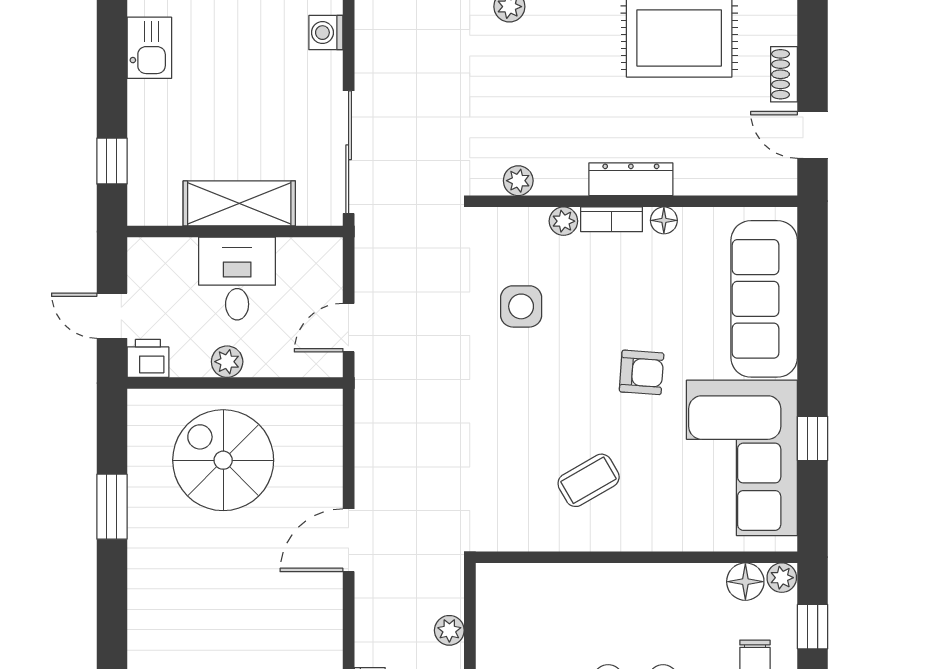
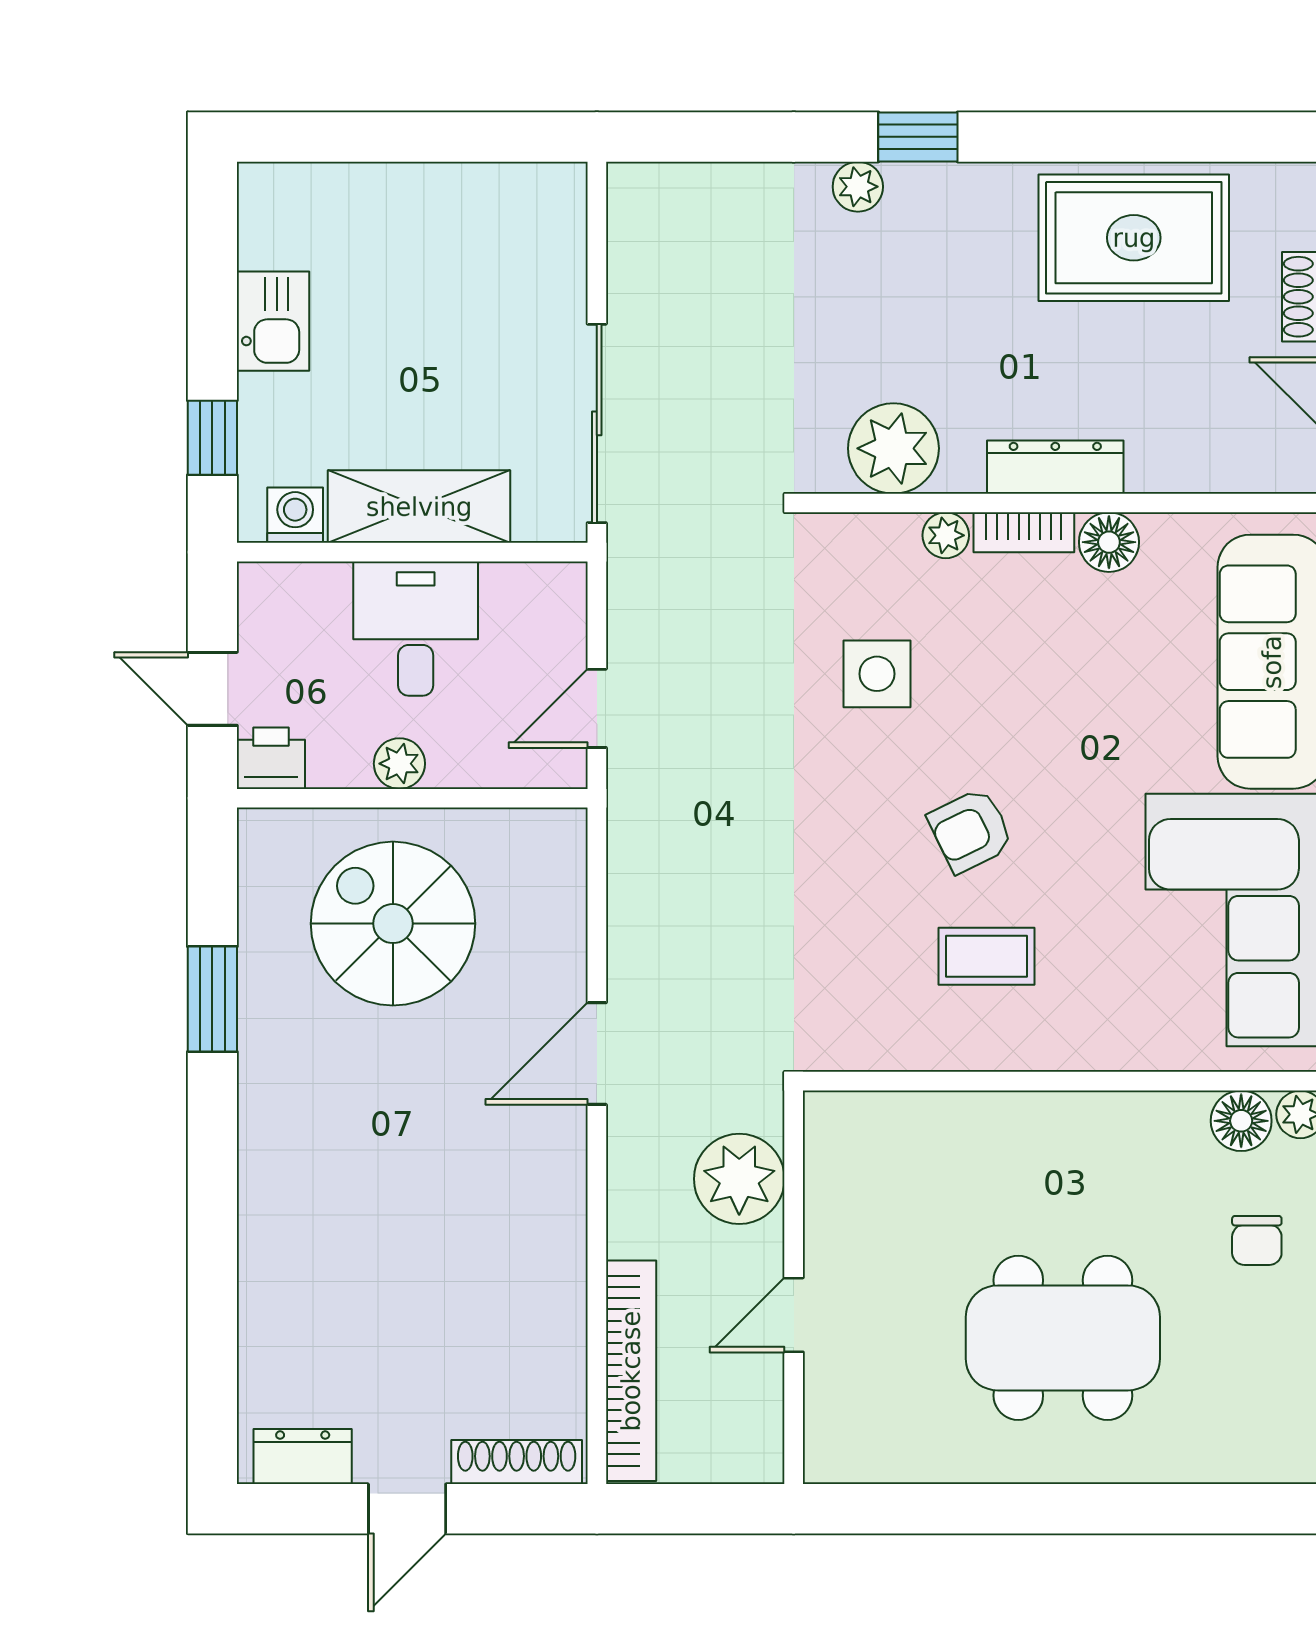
washing machine: (326, 33) -> (295, 515), moved, turned 90
kitchen sink: (149, 48) -> (273, 321), moved
plant: (518, 181) -> (893, 448), width x1.88, depth x1.88
floor lamp: (664, 220) -> (1109, 542), width x1.37, depth x1.37
armchair: (642, 372) -> (971, 831), moved, turned 150
coffee table: (589, 480) -> (987, 956), turned 30
plant: (449, 630) -> (739, 1179), width x1.87, depth x1.87

